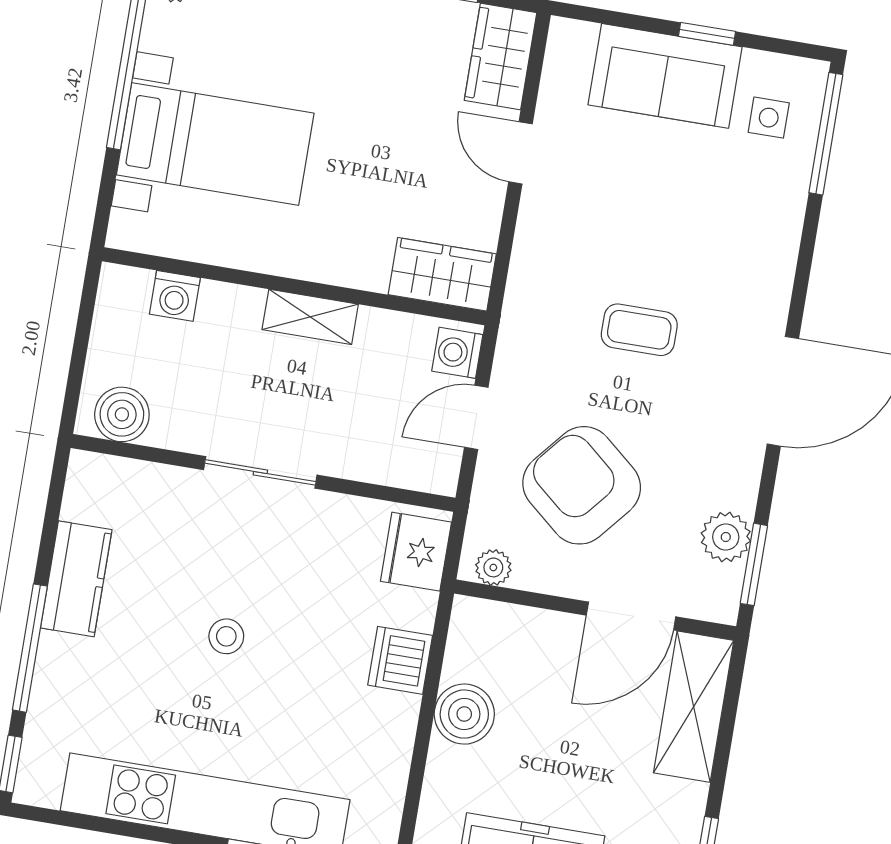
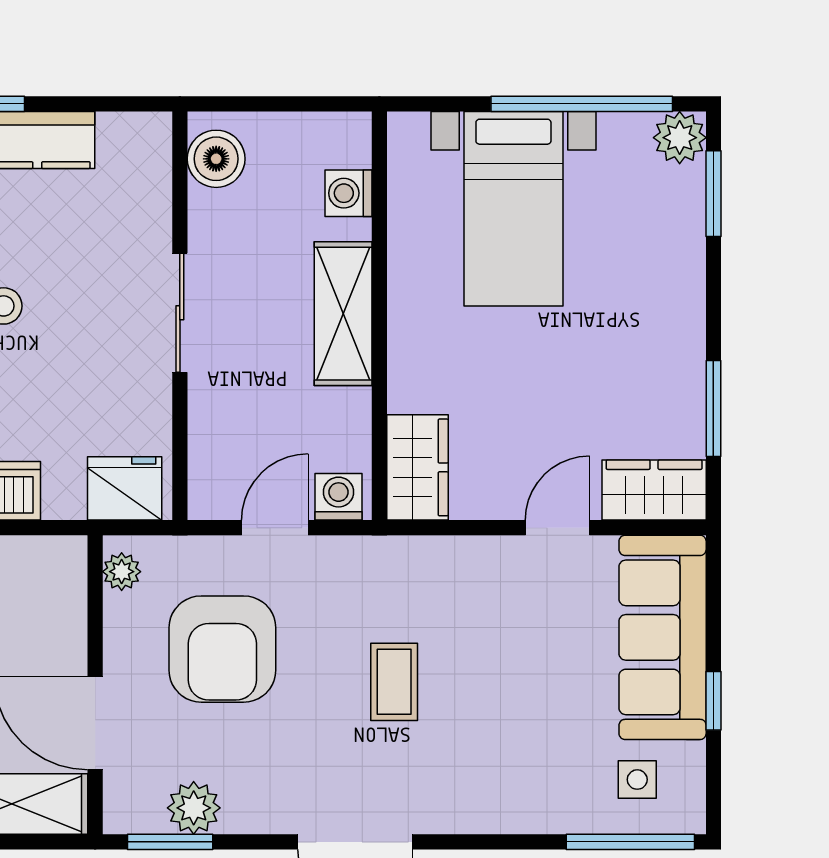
sofa: (665, 76) -> (663, 637), width x1.36
shelving: (310, 317) -> (343, 314), width x1.50, depth x1.33
door: (476, 417) -> (275, 528), hinge flipped
armchair: (582, 485) -> (222, 649), turned 140

